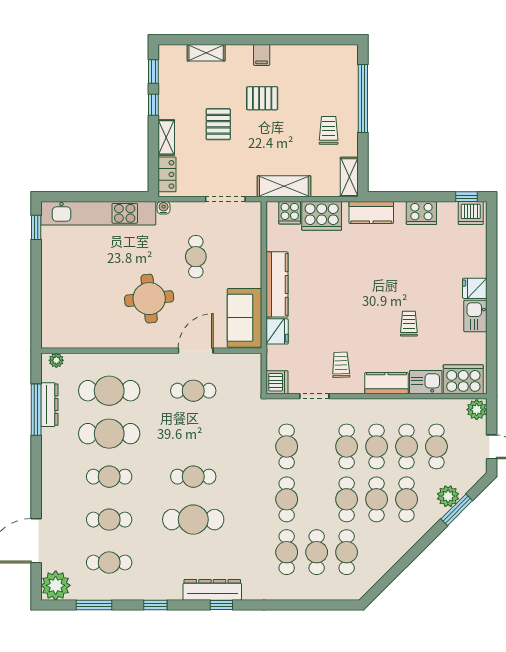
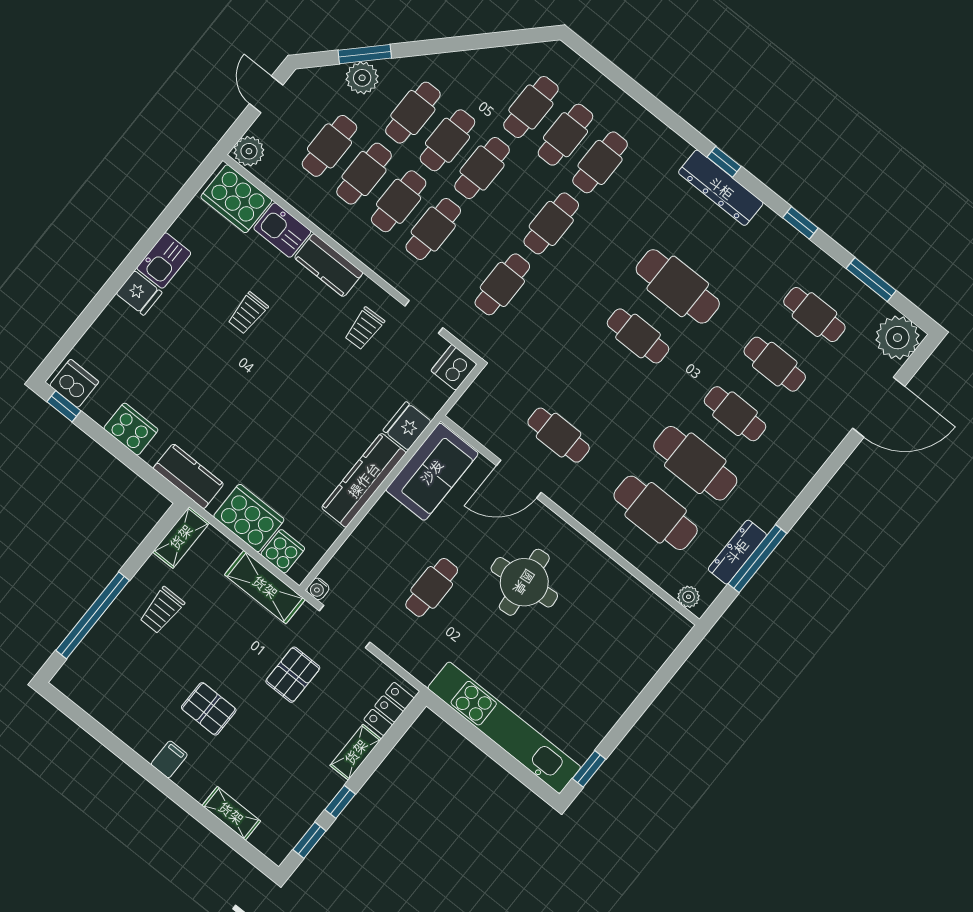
pallet: (218, 124) -> (293, 675), moved
water cooler: (164, 208) -> (318, 589), moved

